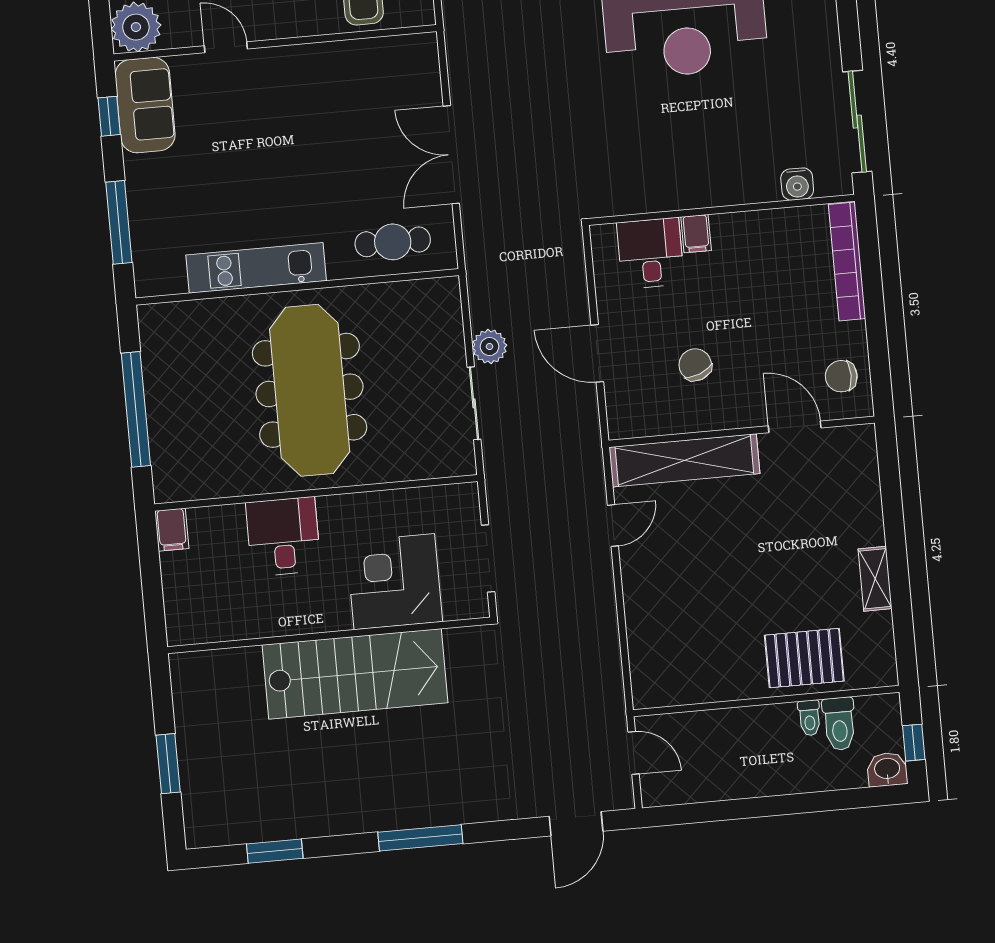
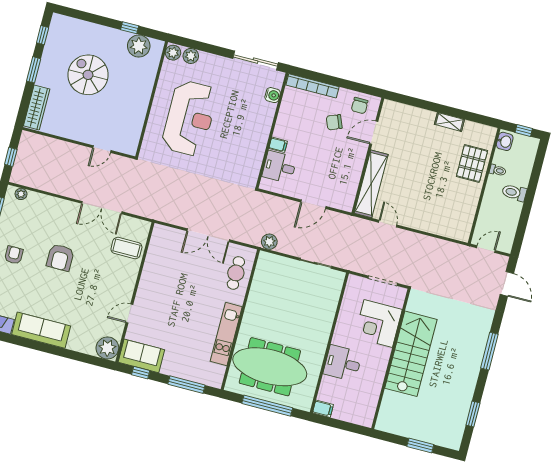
plant: (490, 347) -> (269, 242), moved
chair: (695, 365) -> (334, 122), moved
meeting table: (310, 390) -> (270, 367), moved
toilet: (839, 724) -> (514, 193), moved, turned 180
washbasin: (887, 769) -> (505, 141), moved, turned 180

